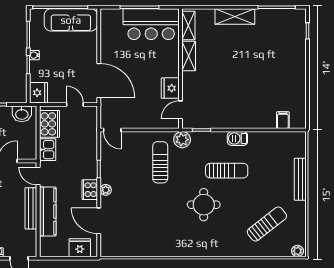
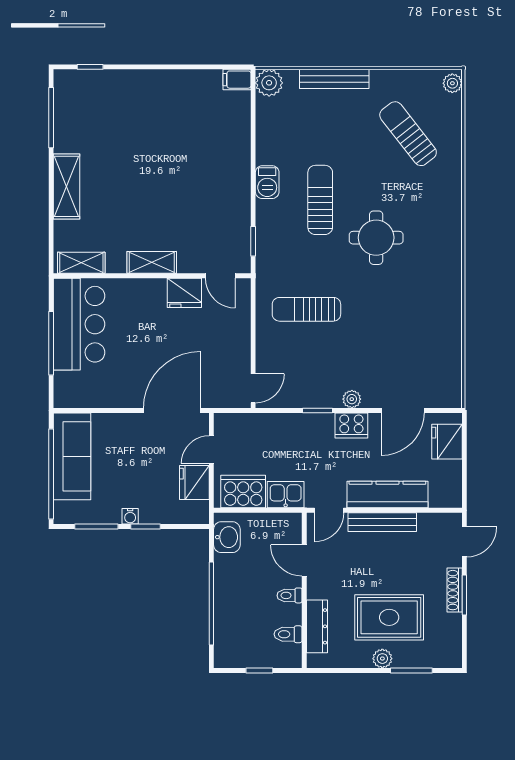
shelving: (189, 56) -> (152, 262), moved
fridge: (39, 93) -> (194, 482), moved, turned -90
filing cabinet: (283, 120) -> (237, 80), moved
plant: (182, 140) -> (269, 83), moved

